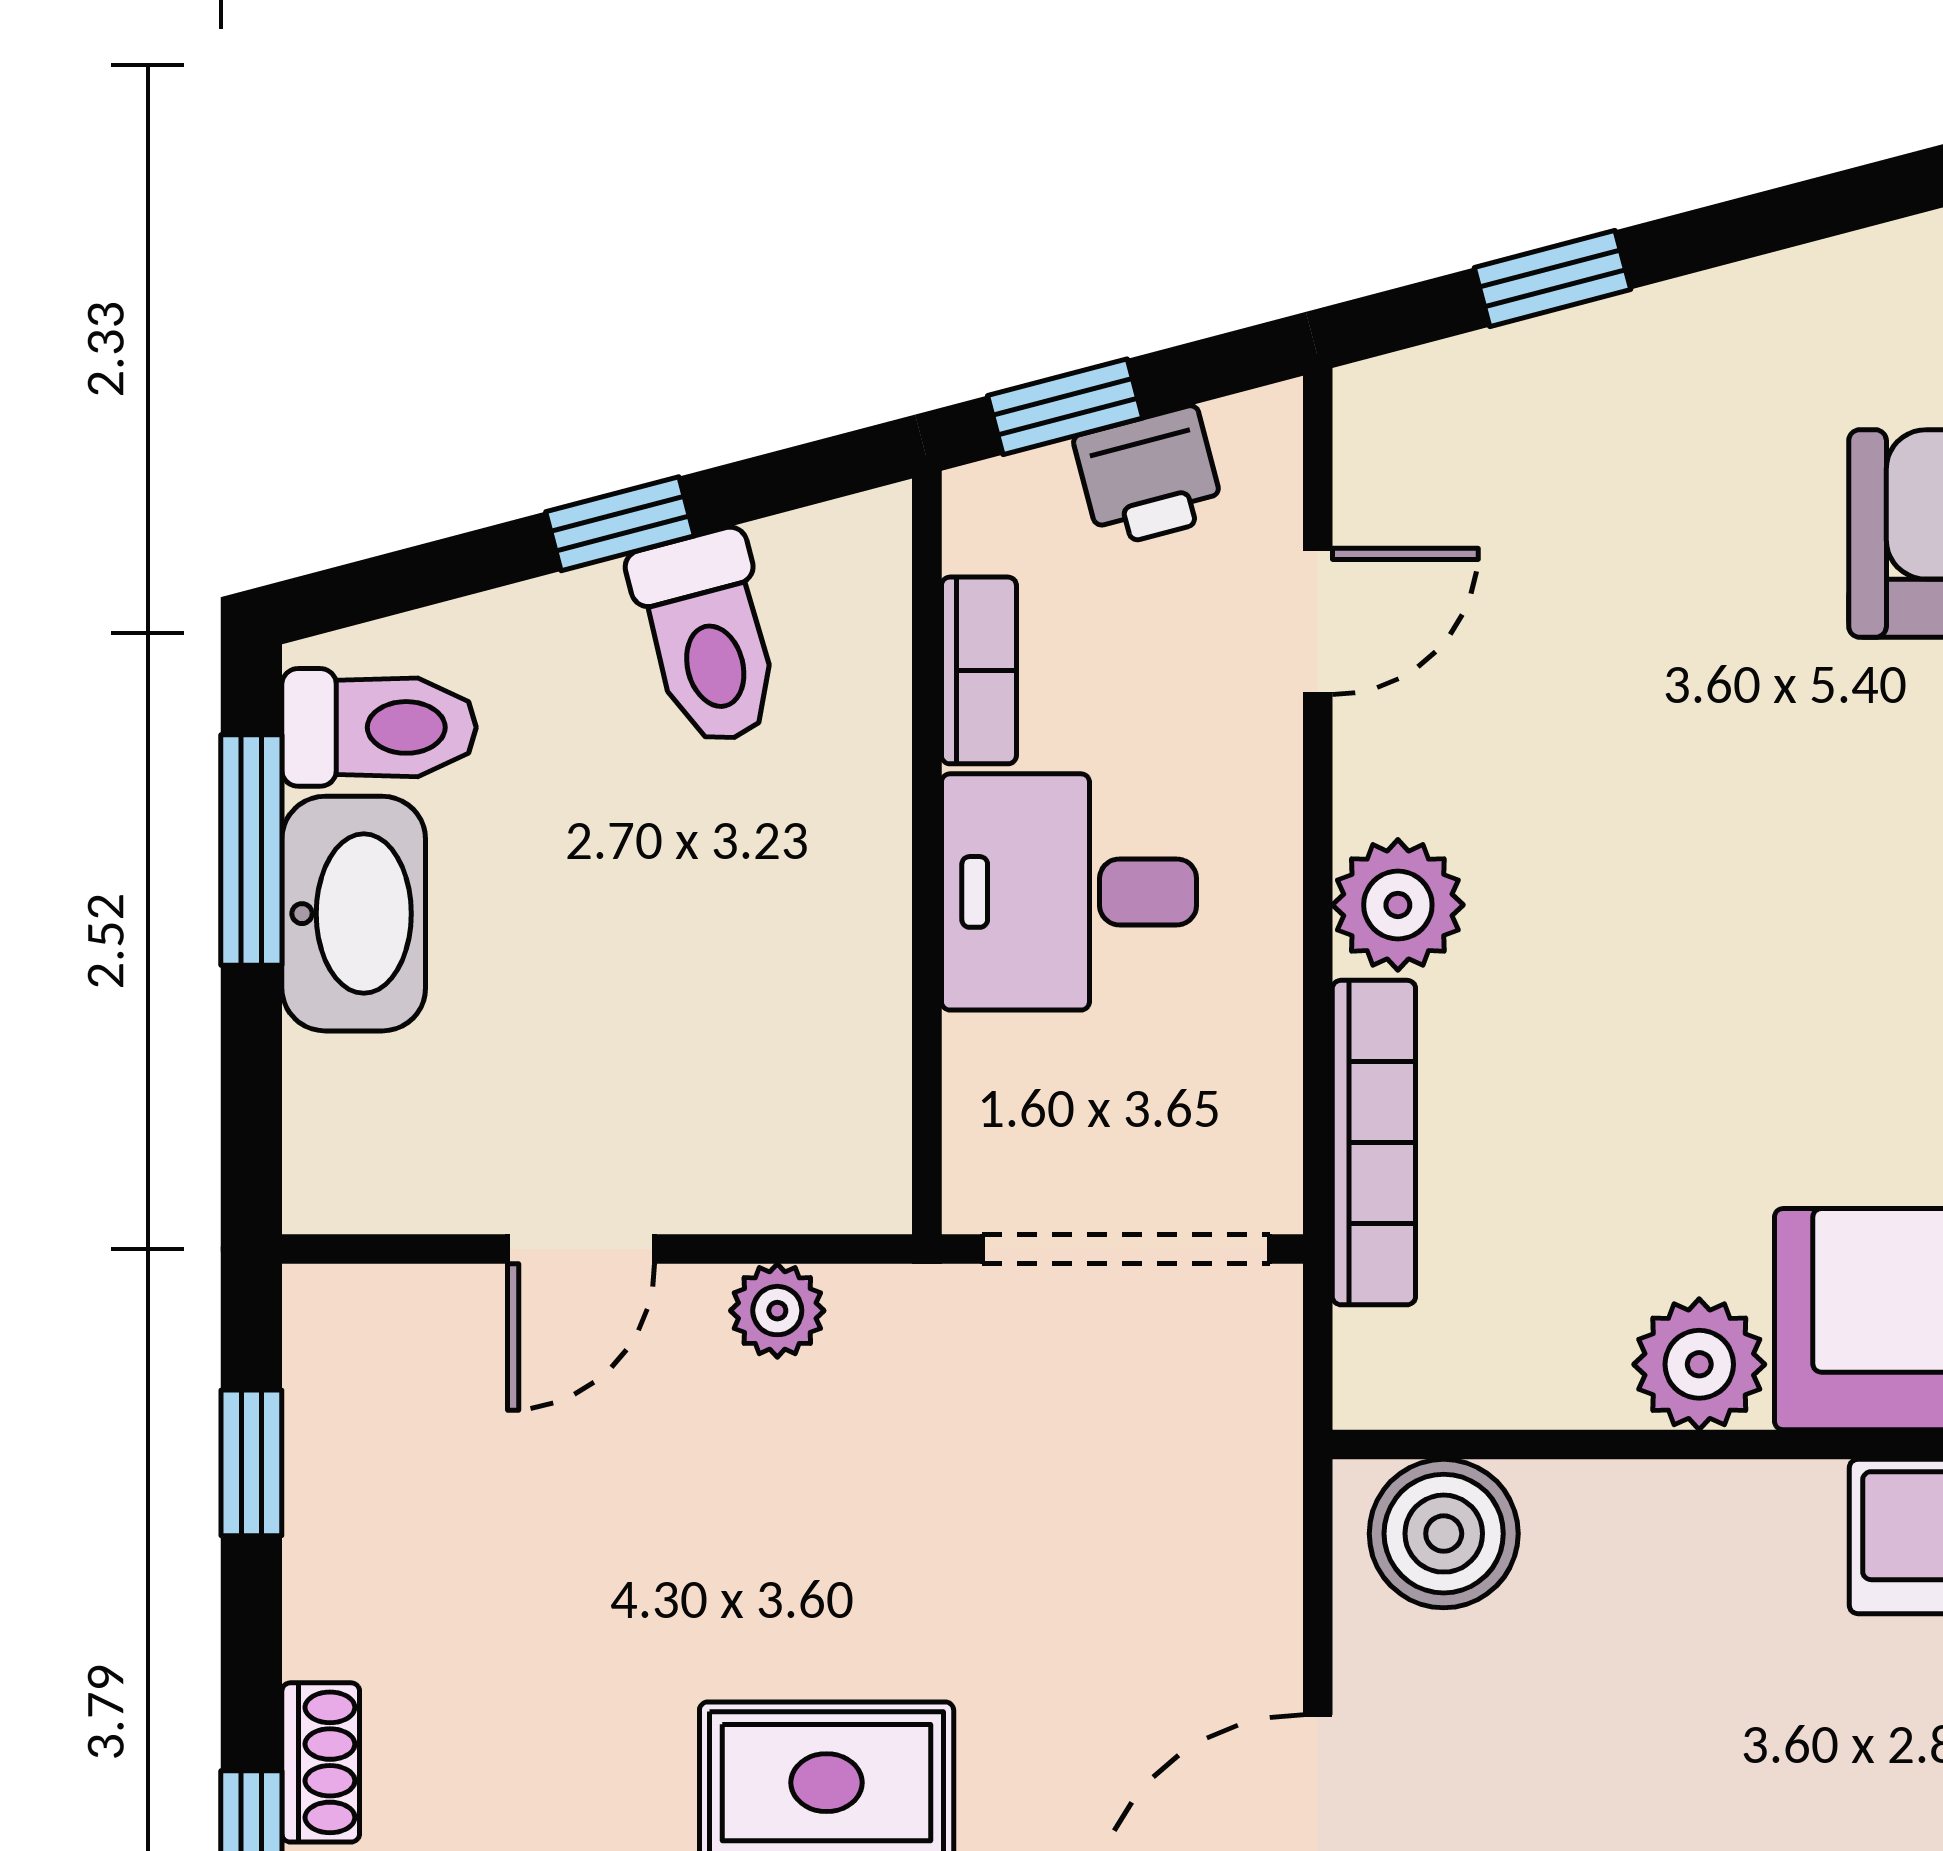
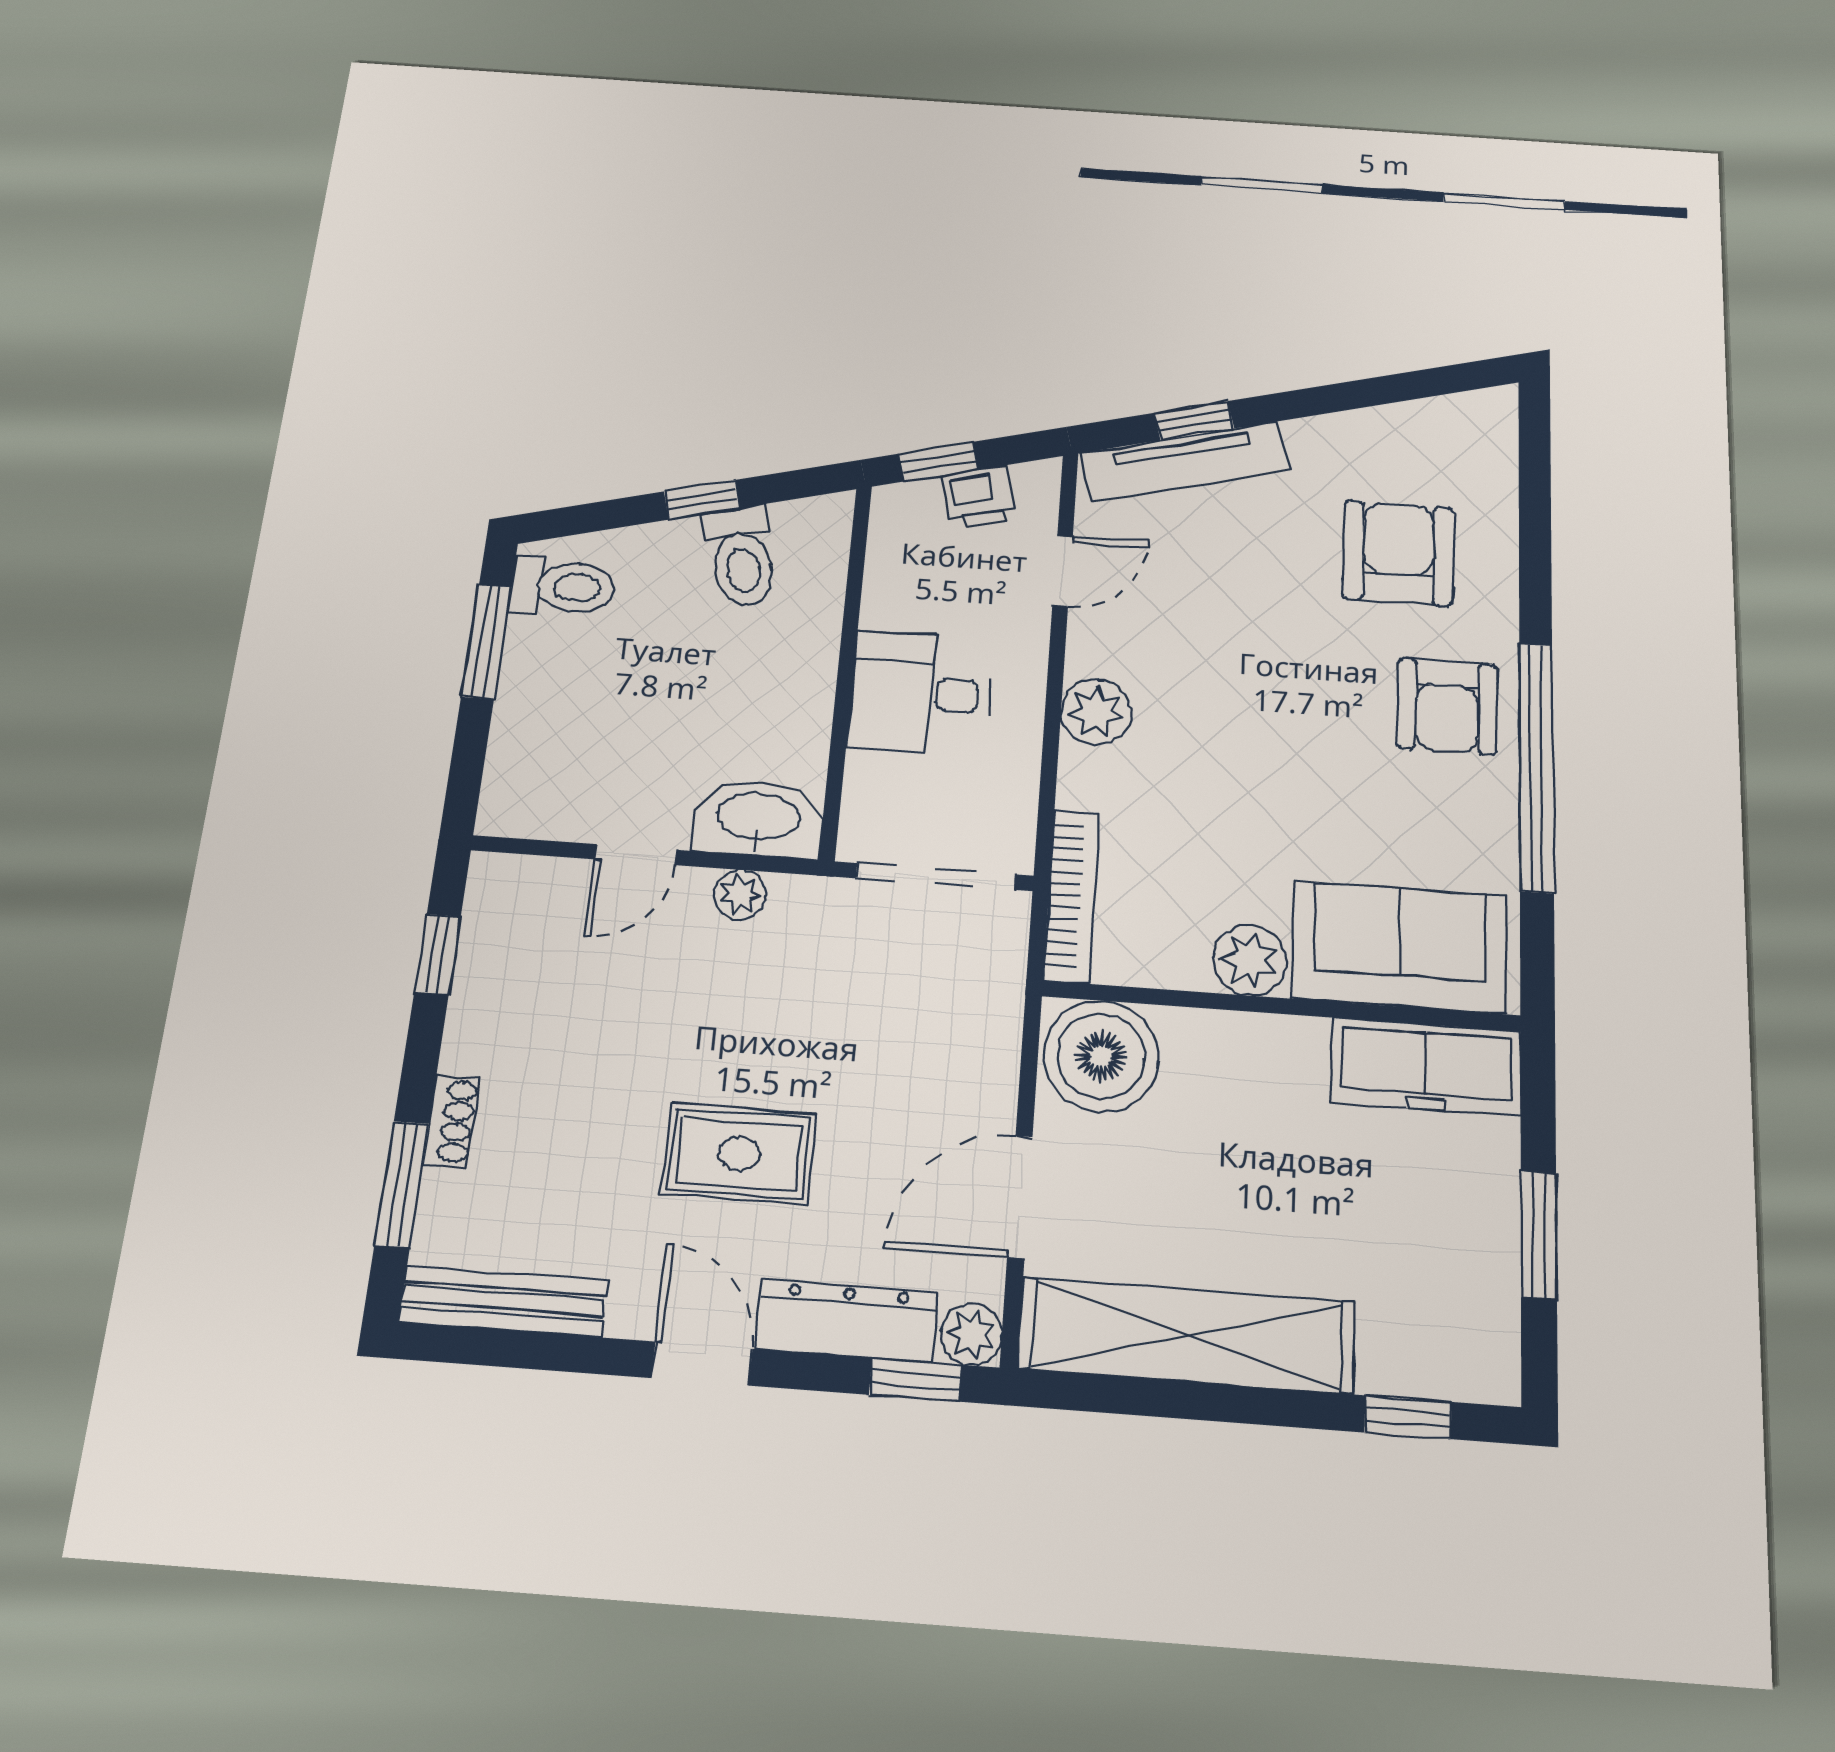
tv unit: (1538, 369) -> (1185, 461), added
bookcase: (979, 670) -> (882, 582), removed
washbasin: (354, 914) -> (758, 819), moved, turned -90
bookcase: (1374, 1143) -> (1072, 896), moved
boiler: (1444, 1534) -> (1101, 1056), width x1.37, depth x1.37

